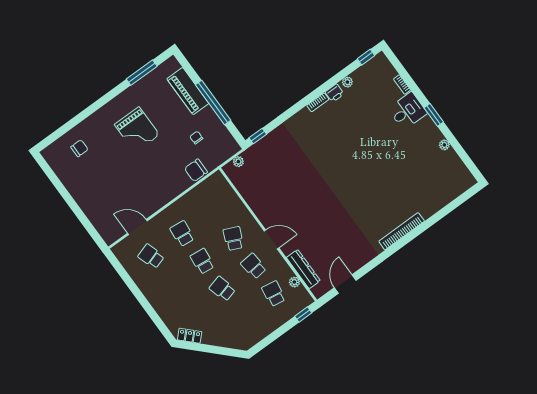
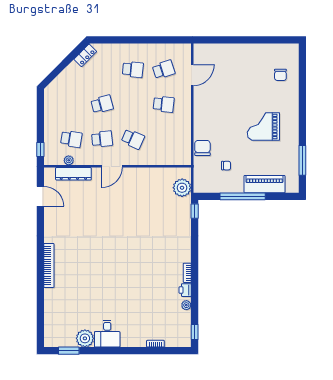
desk: (408, 111) -> (107, 334), moved
window: (434, 115) -> (69, 351), moved
plant: (444, 145) -> (85, 338), width x1.87, depth x1.87
plant: (238, 162) -> (182, 188), width x1.88, depth x1.88
school desk: (202, 261) -> (133, 70), moved

